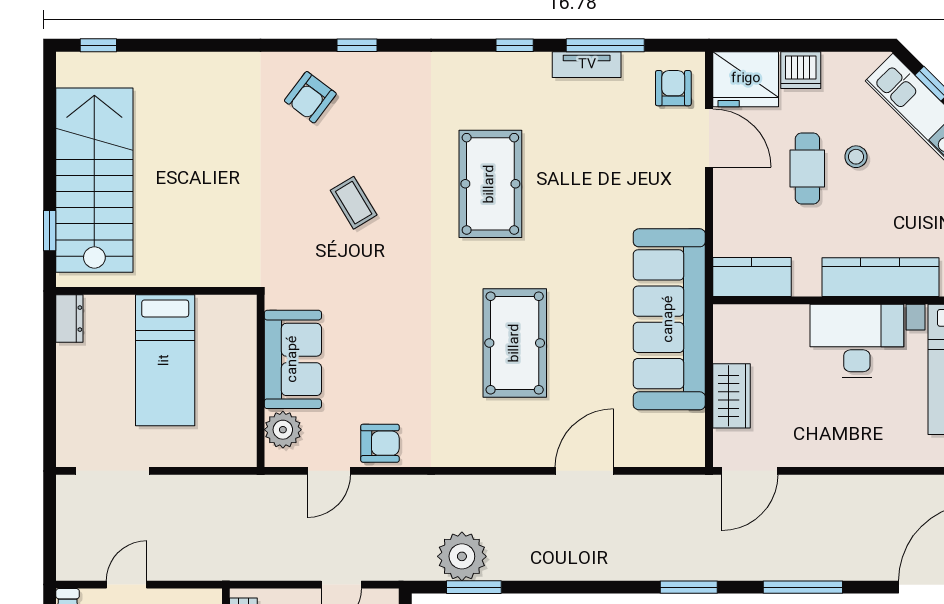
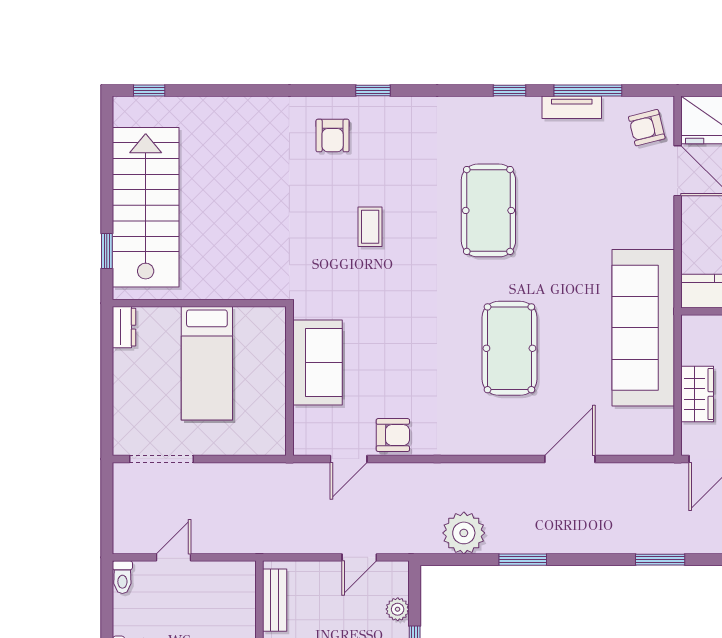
armchair: (673, 88) -> (647, 128), turned -104
armchair: (310, 97) -> (333, 136), turned -37
coffee table: (354, 203) -> (370, 227), turned 31
plant: (283, 430) -> (309, 423), removed
window: (474, 587) -> (523, 560), moved

